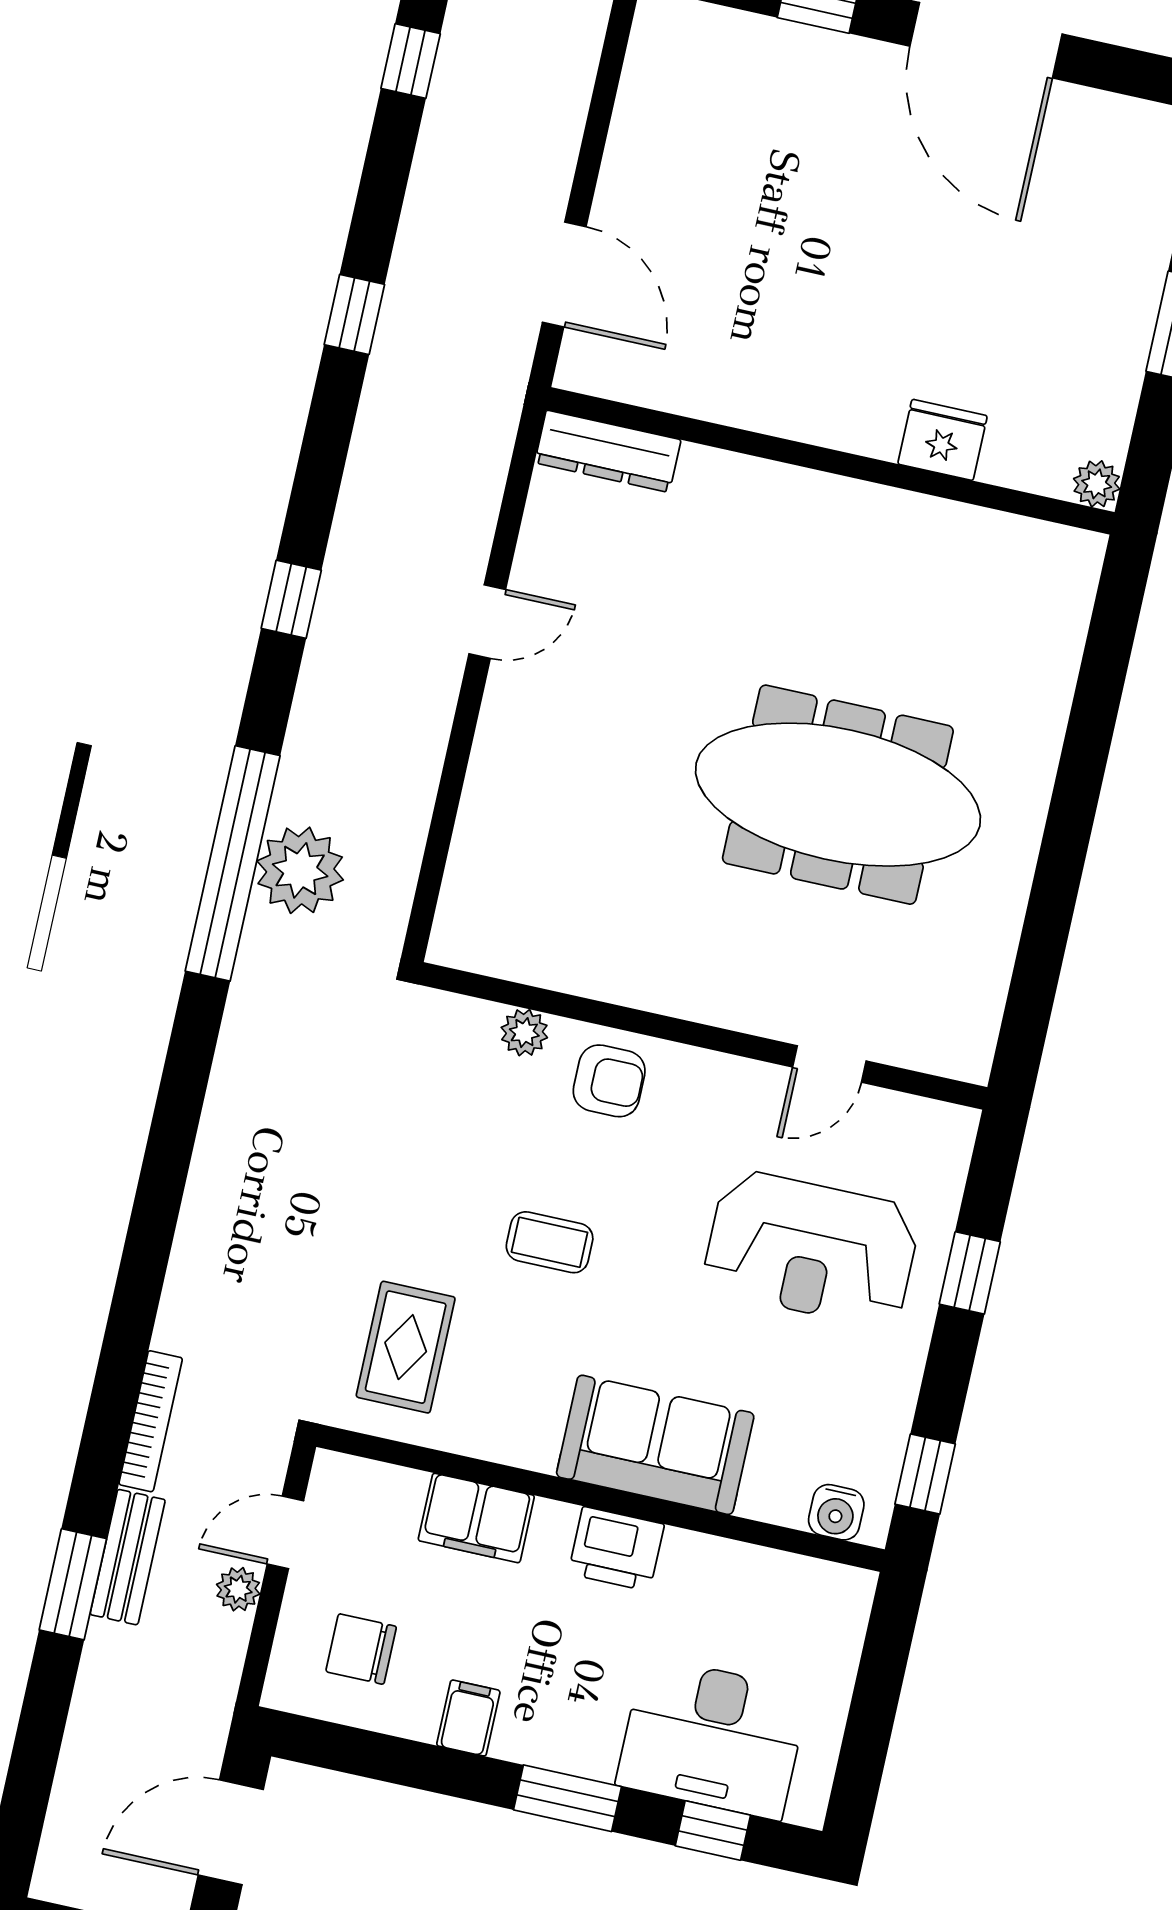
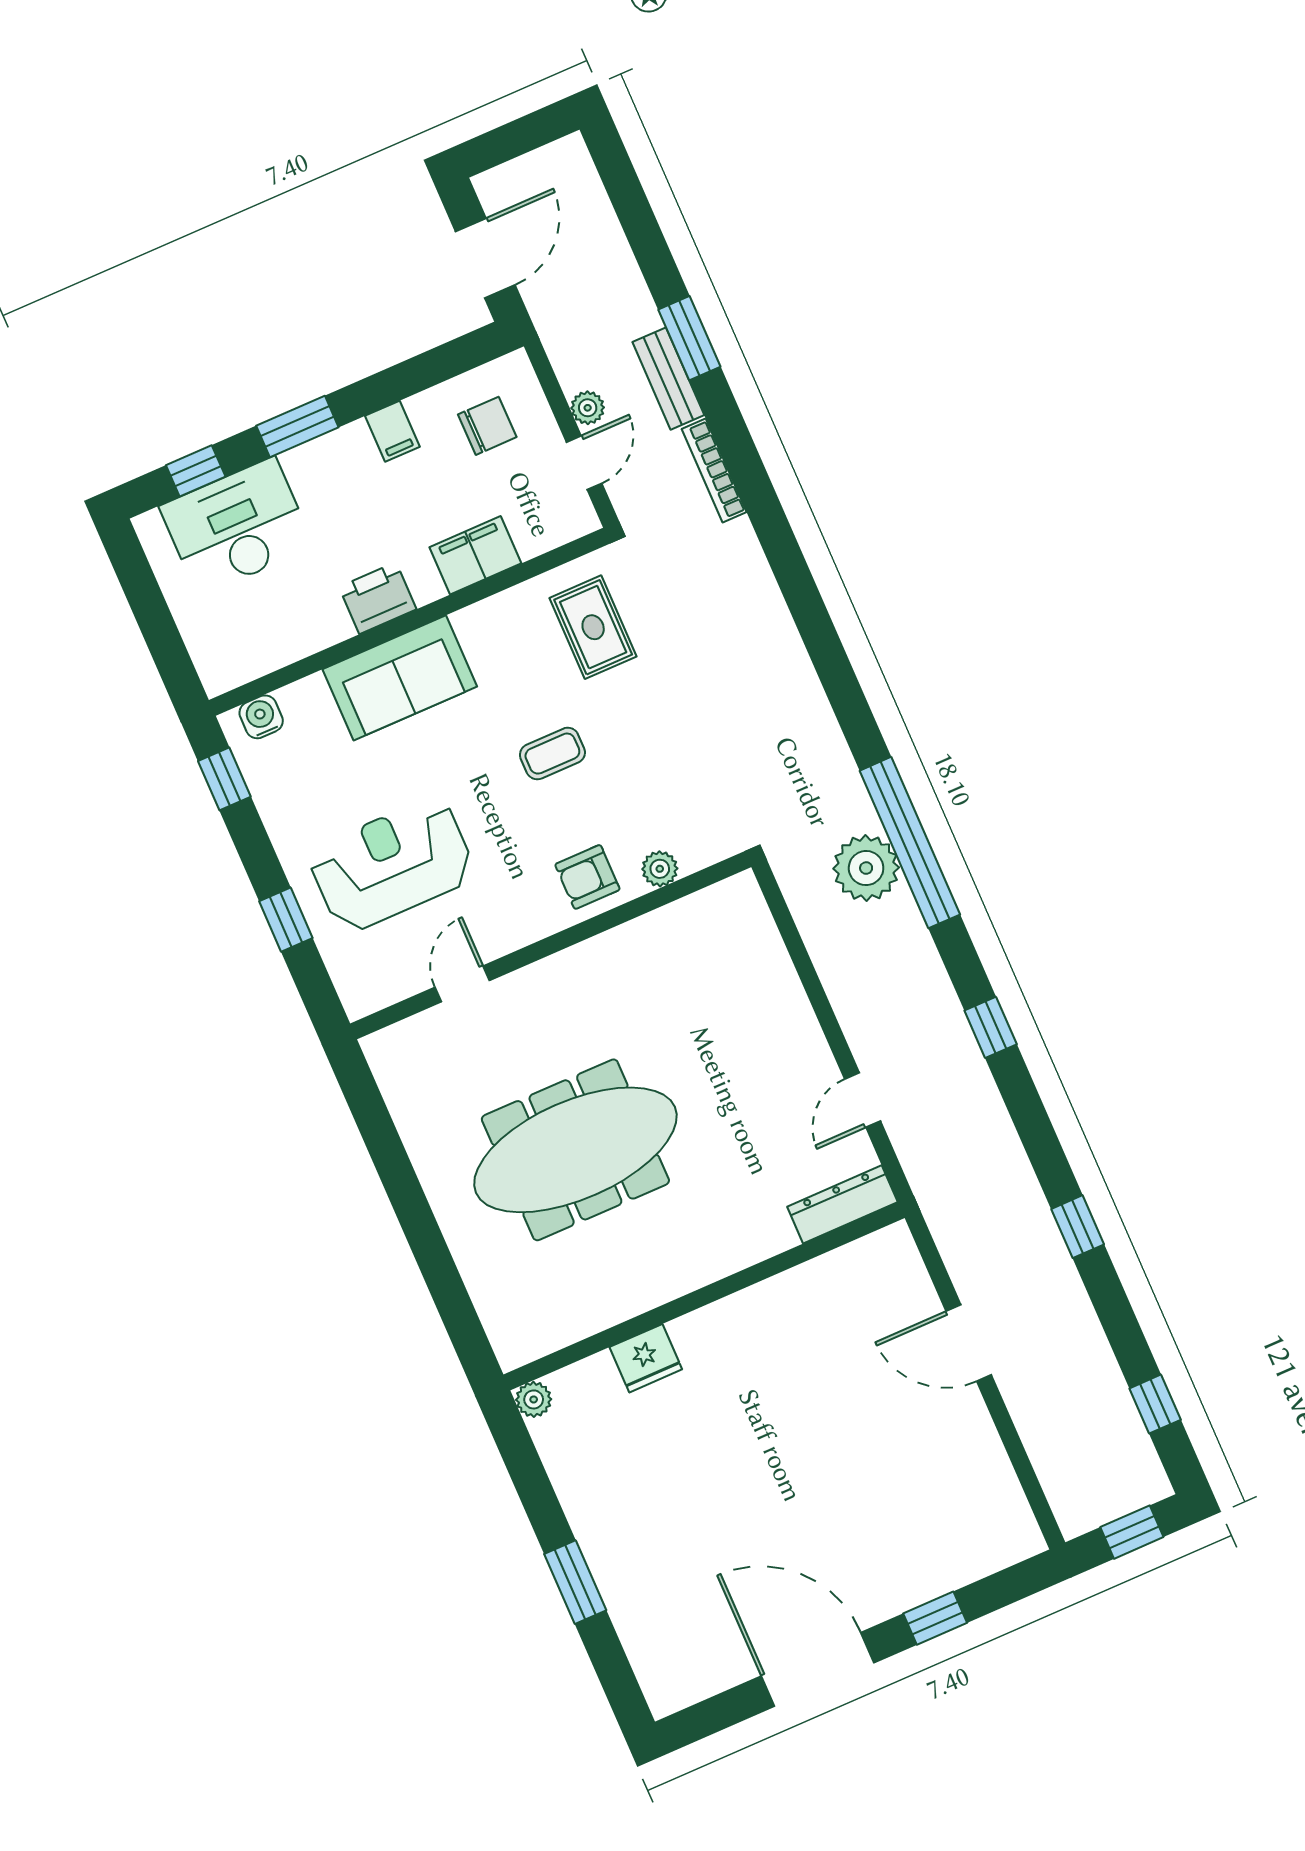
fridge: (942, 440) -> (646, 1358), moved
dresser: (608, 451) -> (842, 1204), moved
wall: (830, 461) -> (704, 1296), moved
plant: (1097, 484) -> (534, 1399), moved

